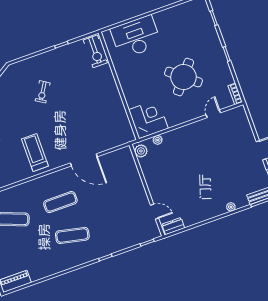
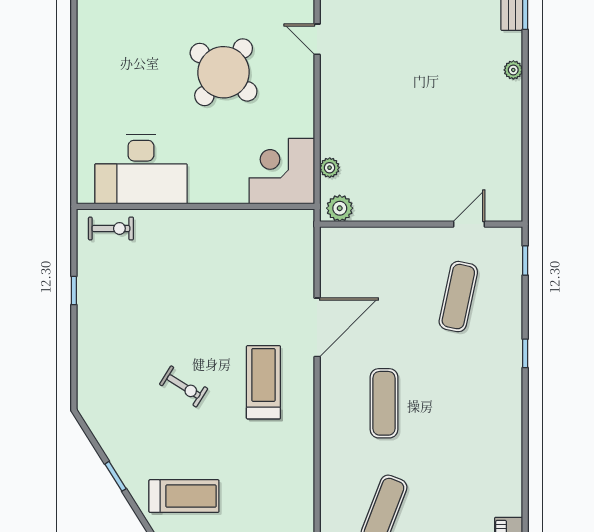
desk: (136, 37) -> (141, 169), moved, turned -90
exercise bike: (95, 51) -> (111, 228), width x0.73, depth x0.72
exercise bike: (43, 92) -> (184, 386), moved
treadmill: (35, 152) -> (263, 382), moved, turned 90
dresser: (173, 226) -> (511, 197), removed
exercise mat: (72, 235) -> (458, 297), moved

